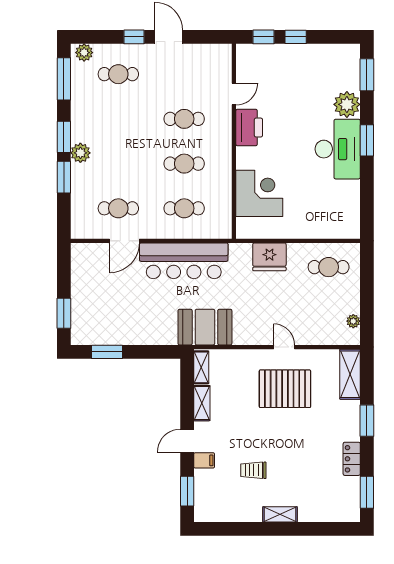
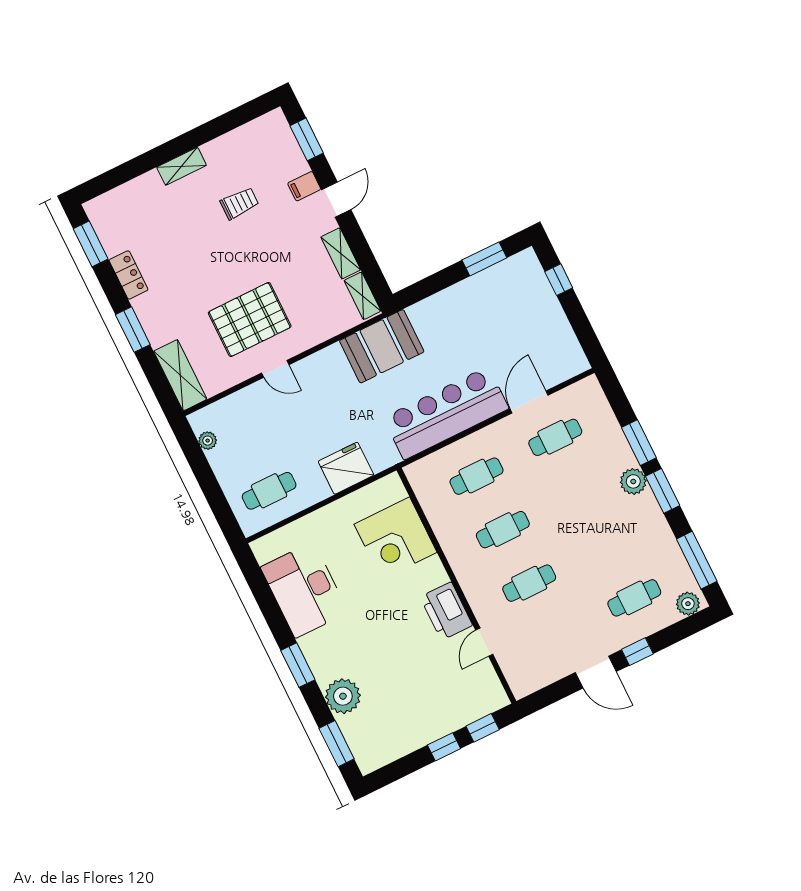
desk: (338, 149) -> (304, 590), moved
window: (64, 313) -> (559, 280), width x0.67

